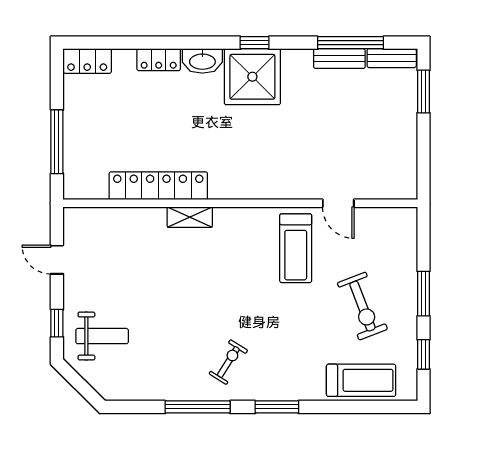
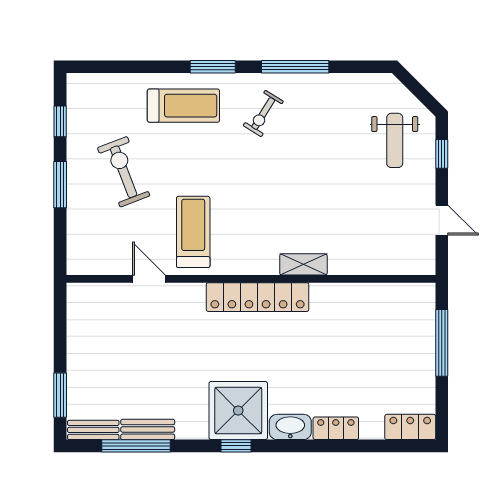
locker: (158, 186) -> (258, 297), moved
weight bench: (102, 336) -> (395, 140), turned -90
treadmill: (361, 380) -> (183, 106), moved, turned 180

